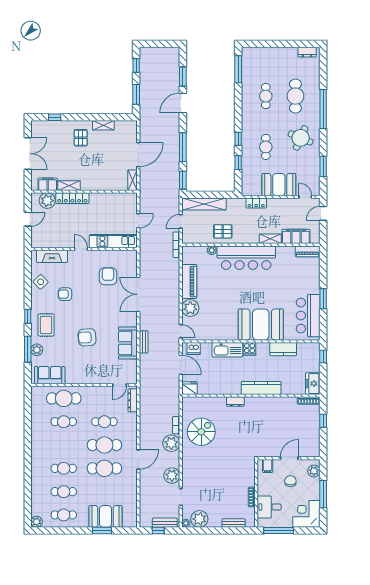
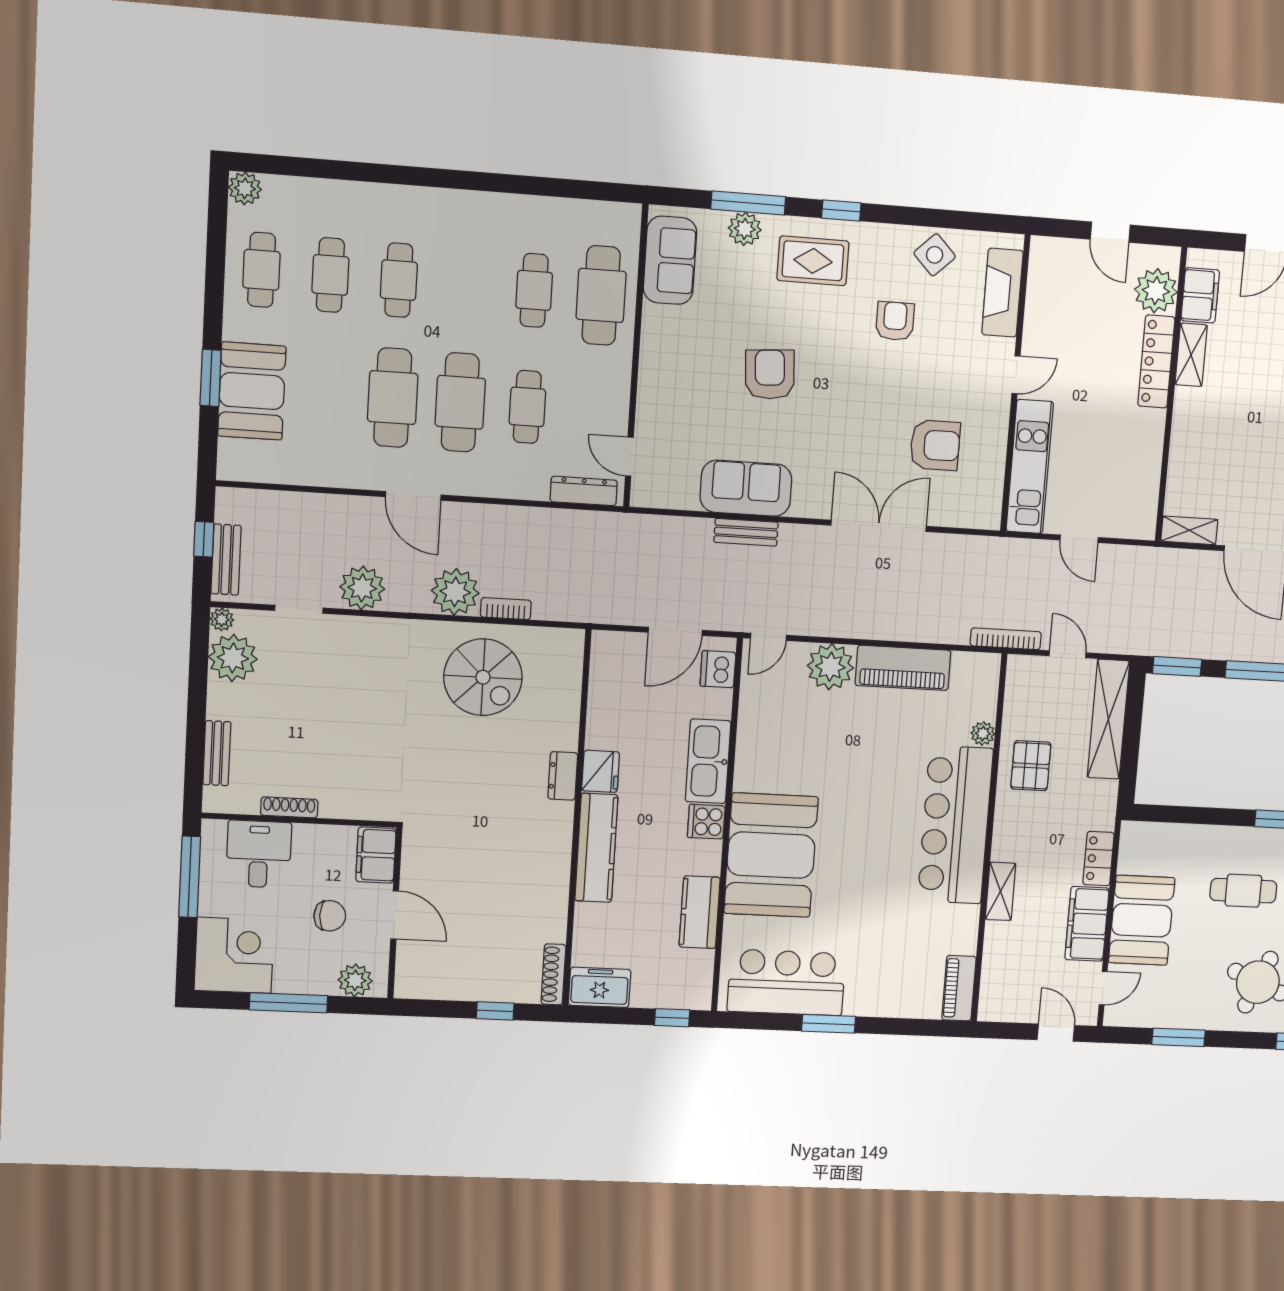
window: (238, 163) -> (1209, 816), removed
filing cabinet: (296, 236) -> (1087, 924), moved, turned 180
fridge: (190, 388) -> (601, 771), moved
filing cabinet: (268, 466) -> (376, 855), width x2.00

